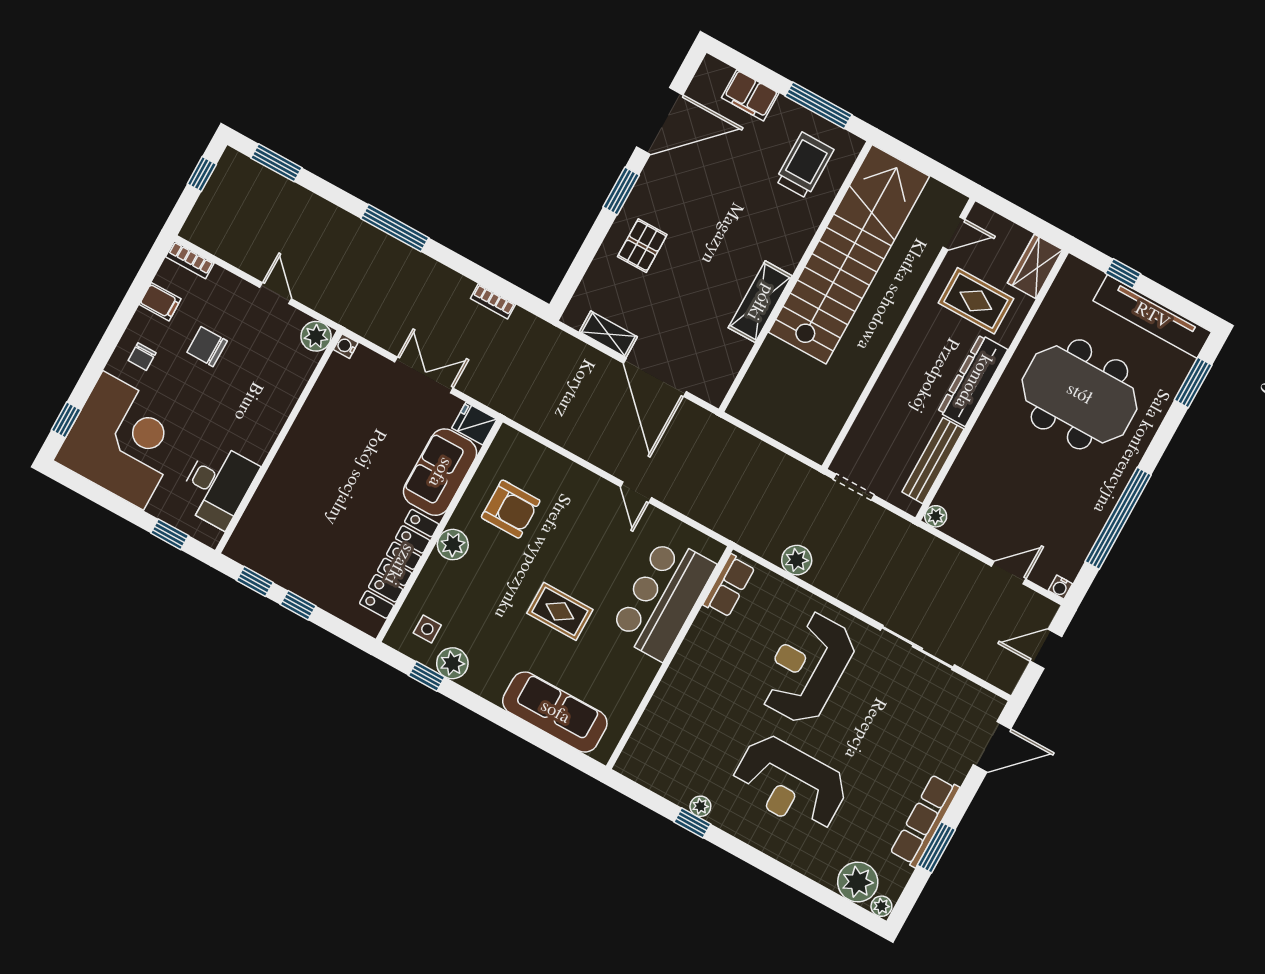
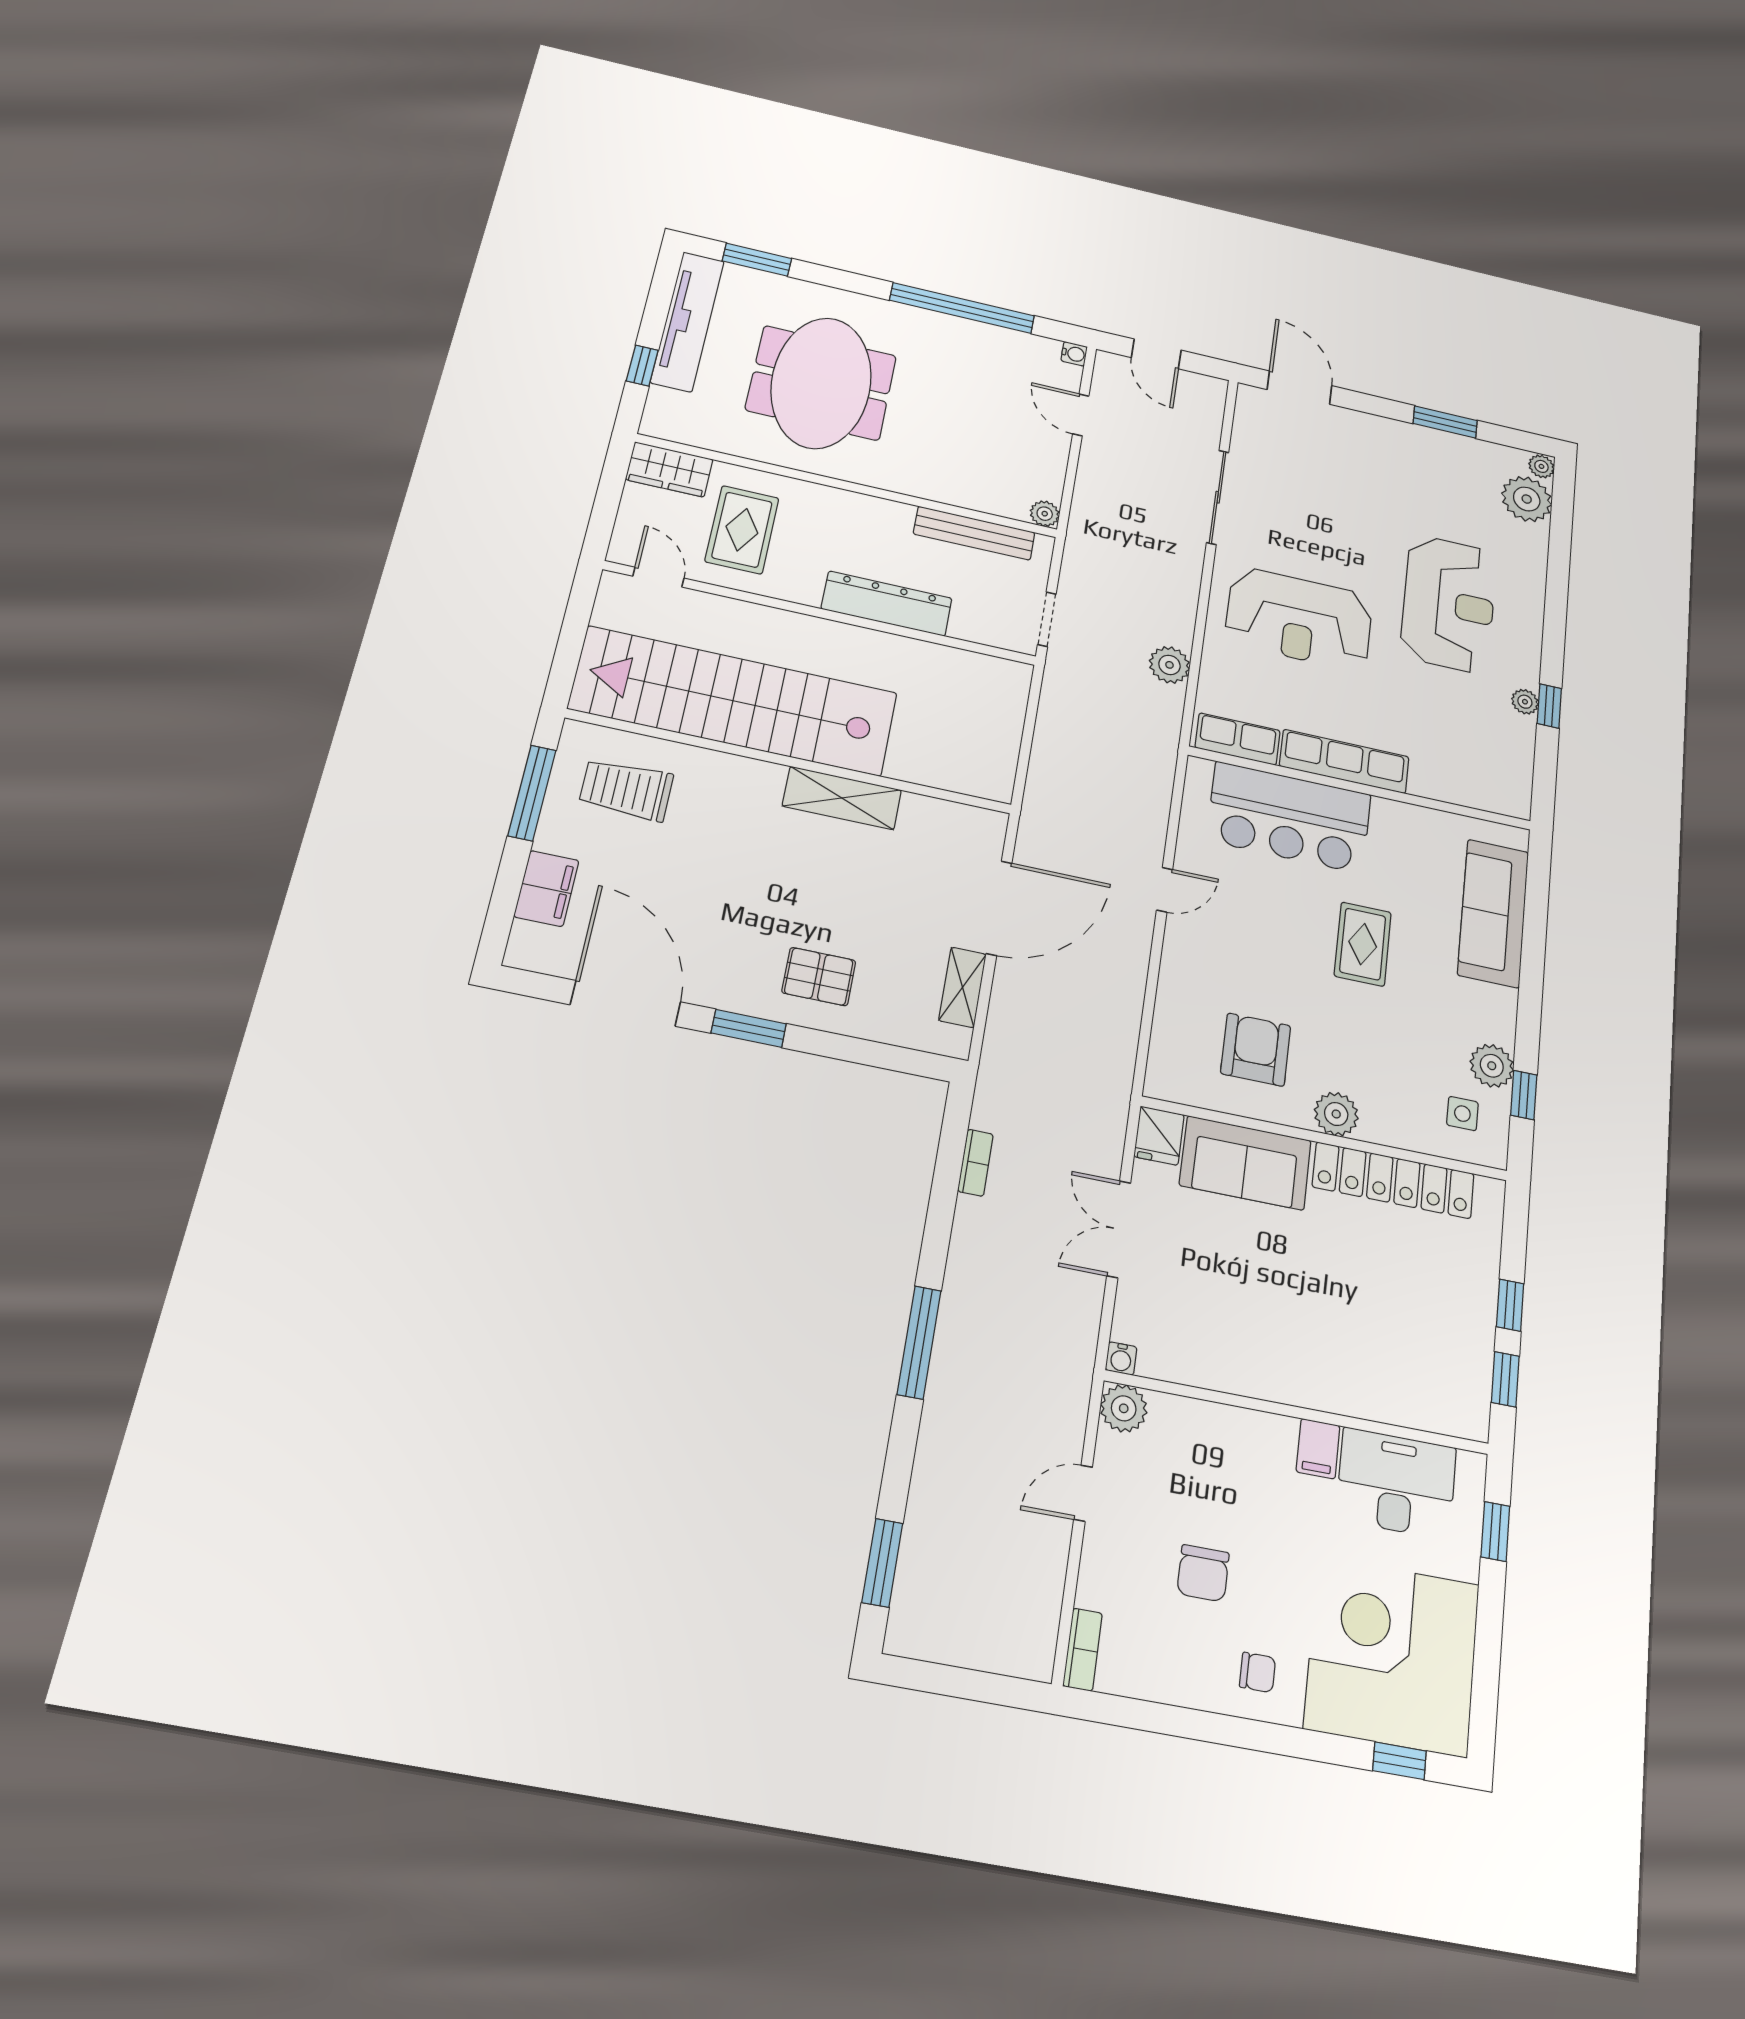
window: (202, 174) -> (942, 1679), removed
filing cabinet: (160, 302) -> (1318, 1449), moved, turned 180
dresser: (973, 381) -> (887, 604), moved, turned 180
row of seats: (925, 821) -> (1344, 761), moved, turned 180

